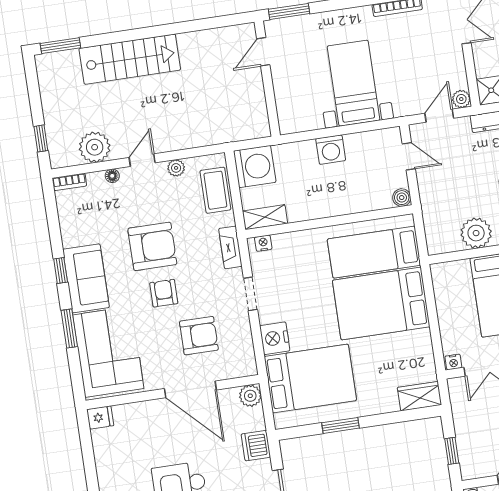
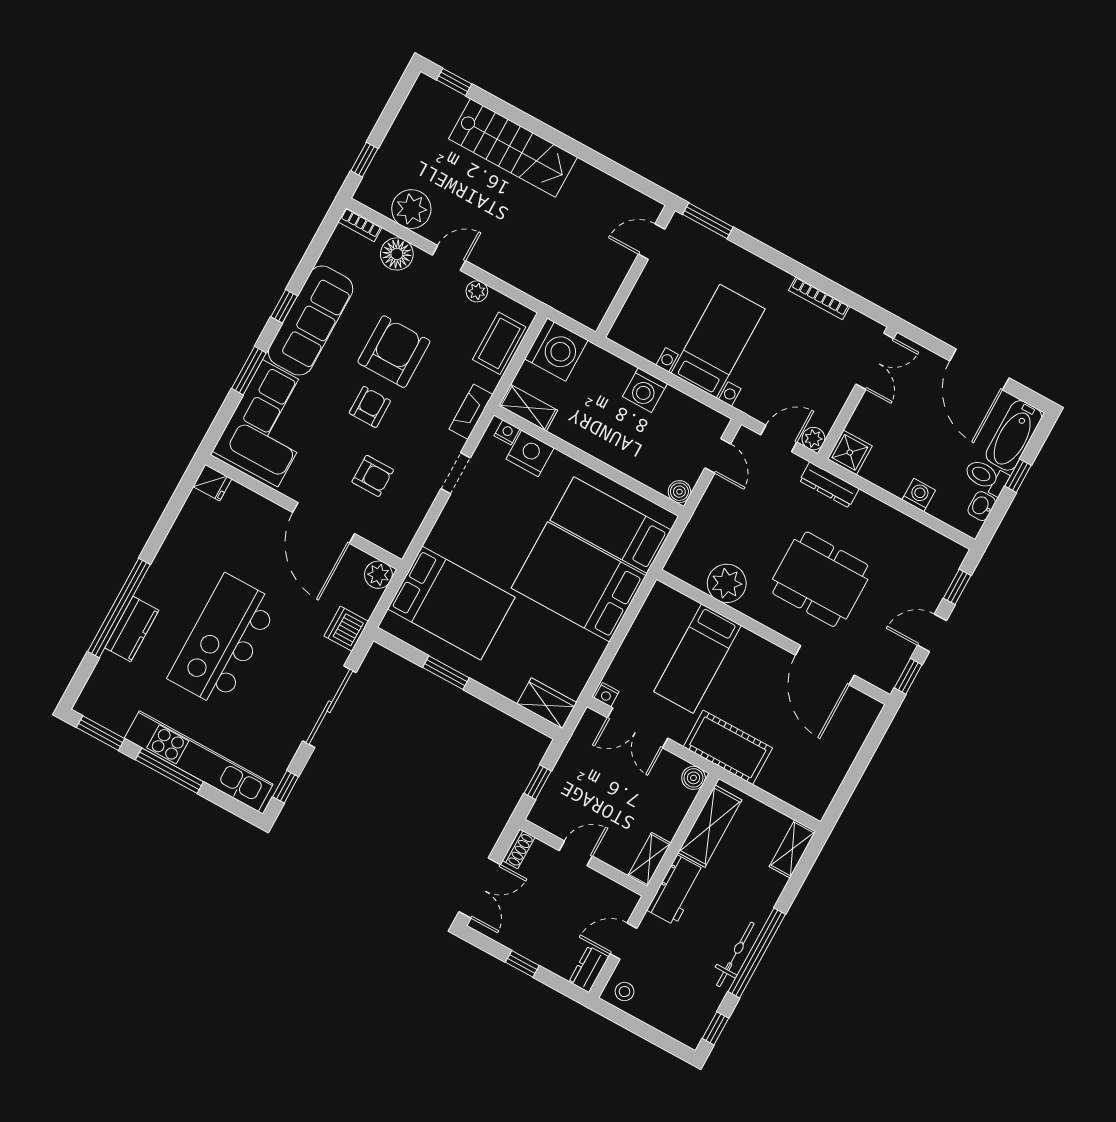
window: (60, 46) -> (454, 82), width x0.67
floor lamp: (112, 176) -> (397, 254), width x1.89, depth x1.89
armchair: (152, 246) -> (394, 352), turned -90
sofa: (86, 278) -> (311, 320), width x1.36
armchair: (199, 336) -> (373, 476), width x0.72, depth x0.72
nightstand: (275, 338) -> (530, 453), moved, turned 90

